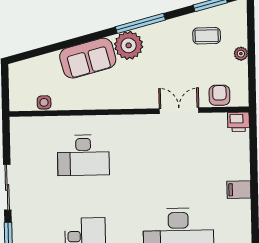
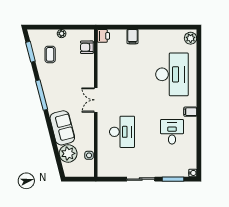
plant: (129, 45) -> (68, 154), moved
double door: (179, 111) -> (96, 100), moved
filing cabinet: (239, 190) -> (132, 37), moved

